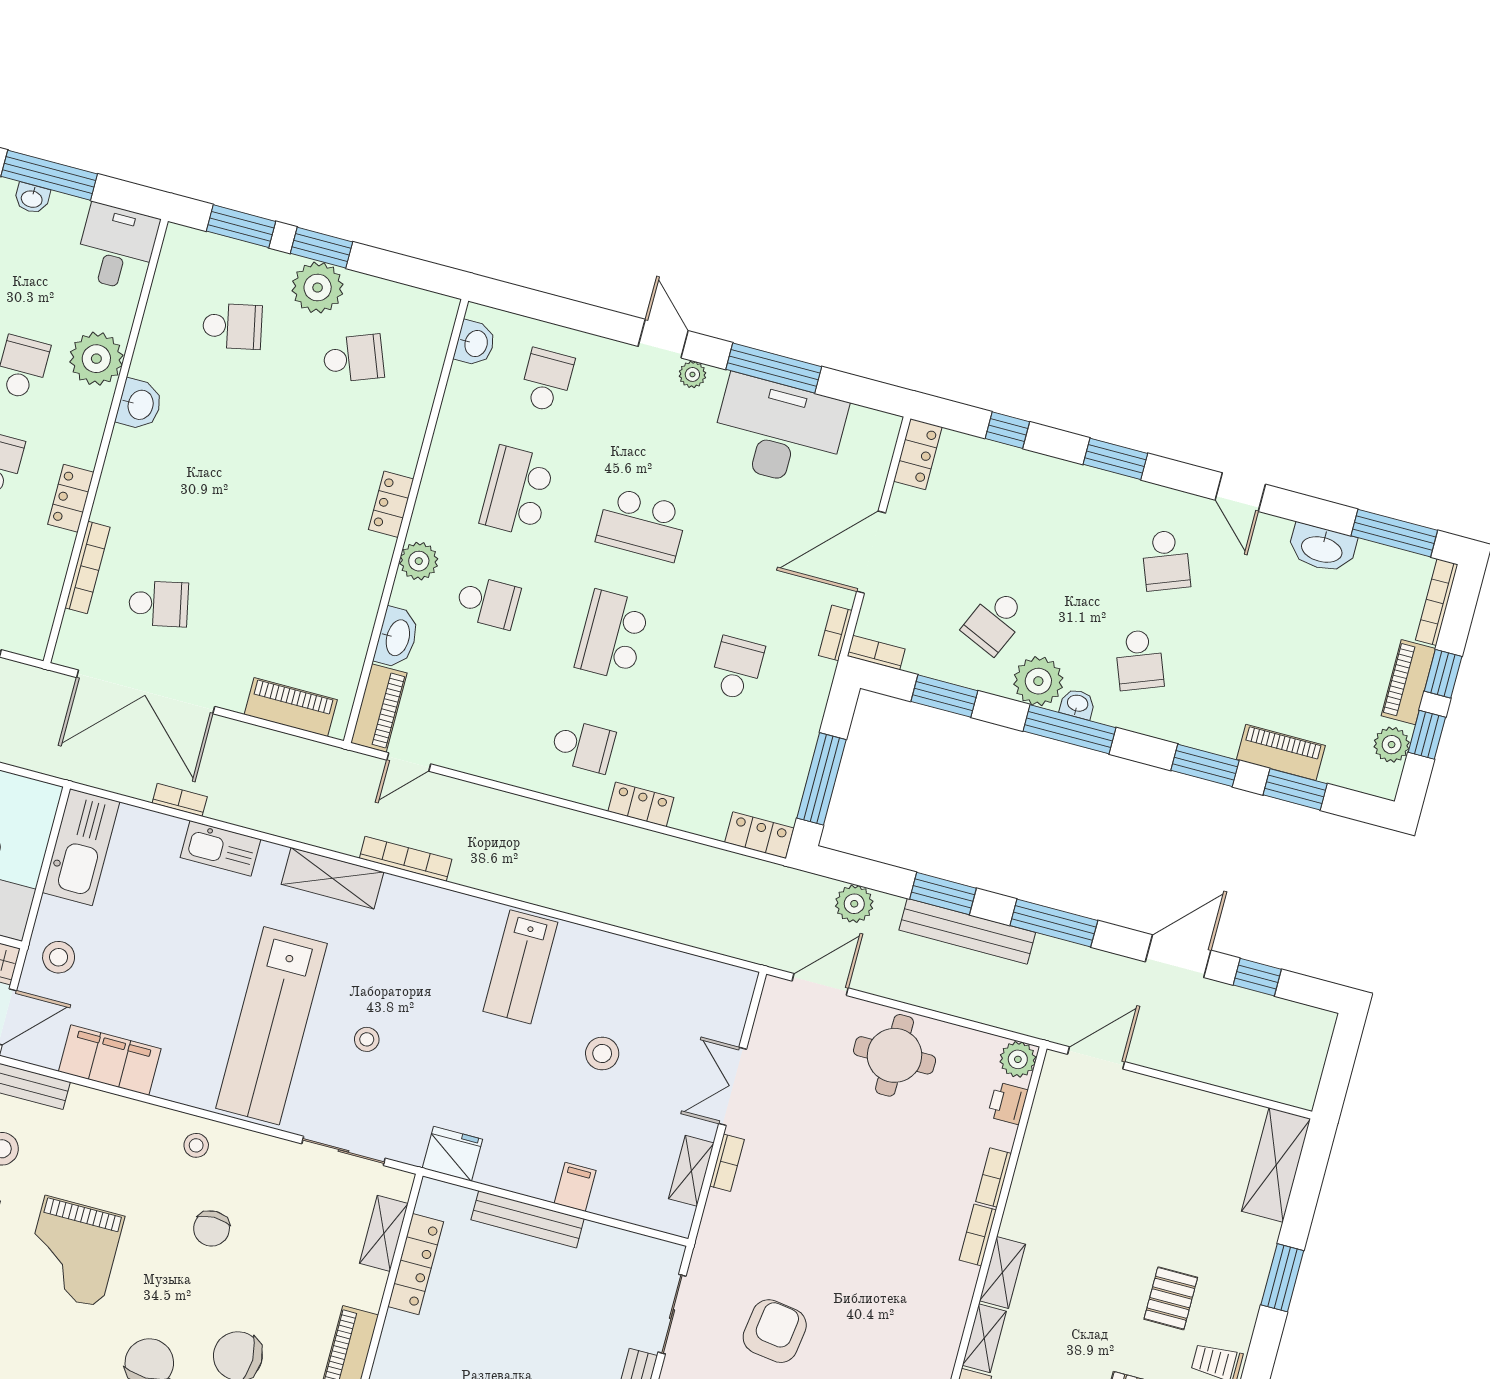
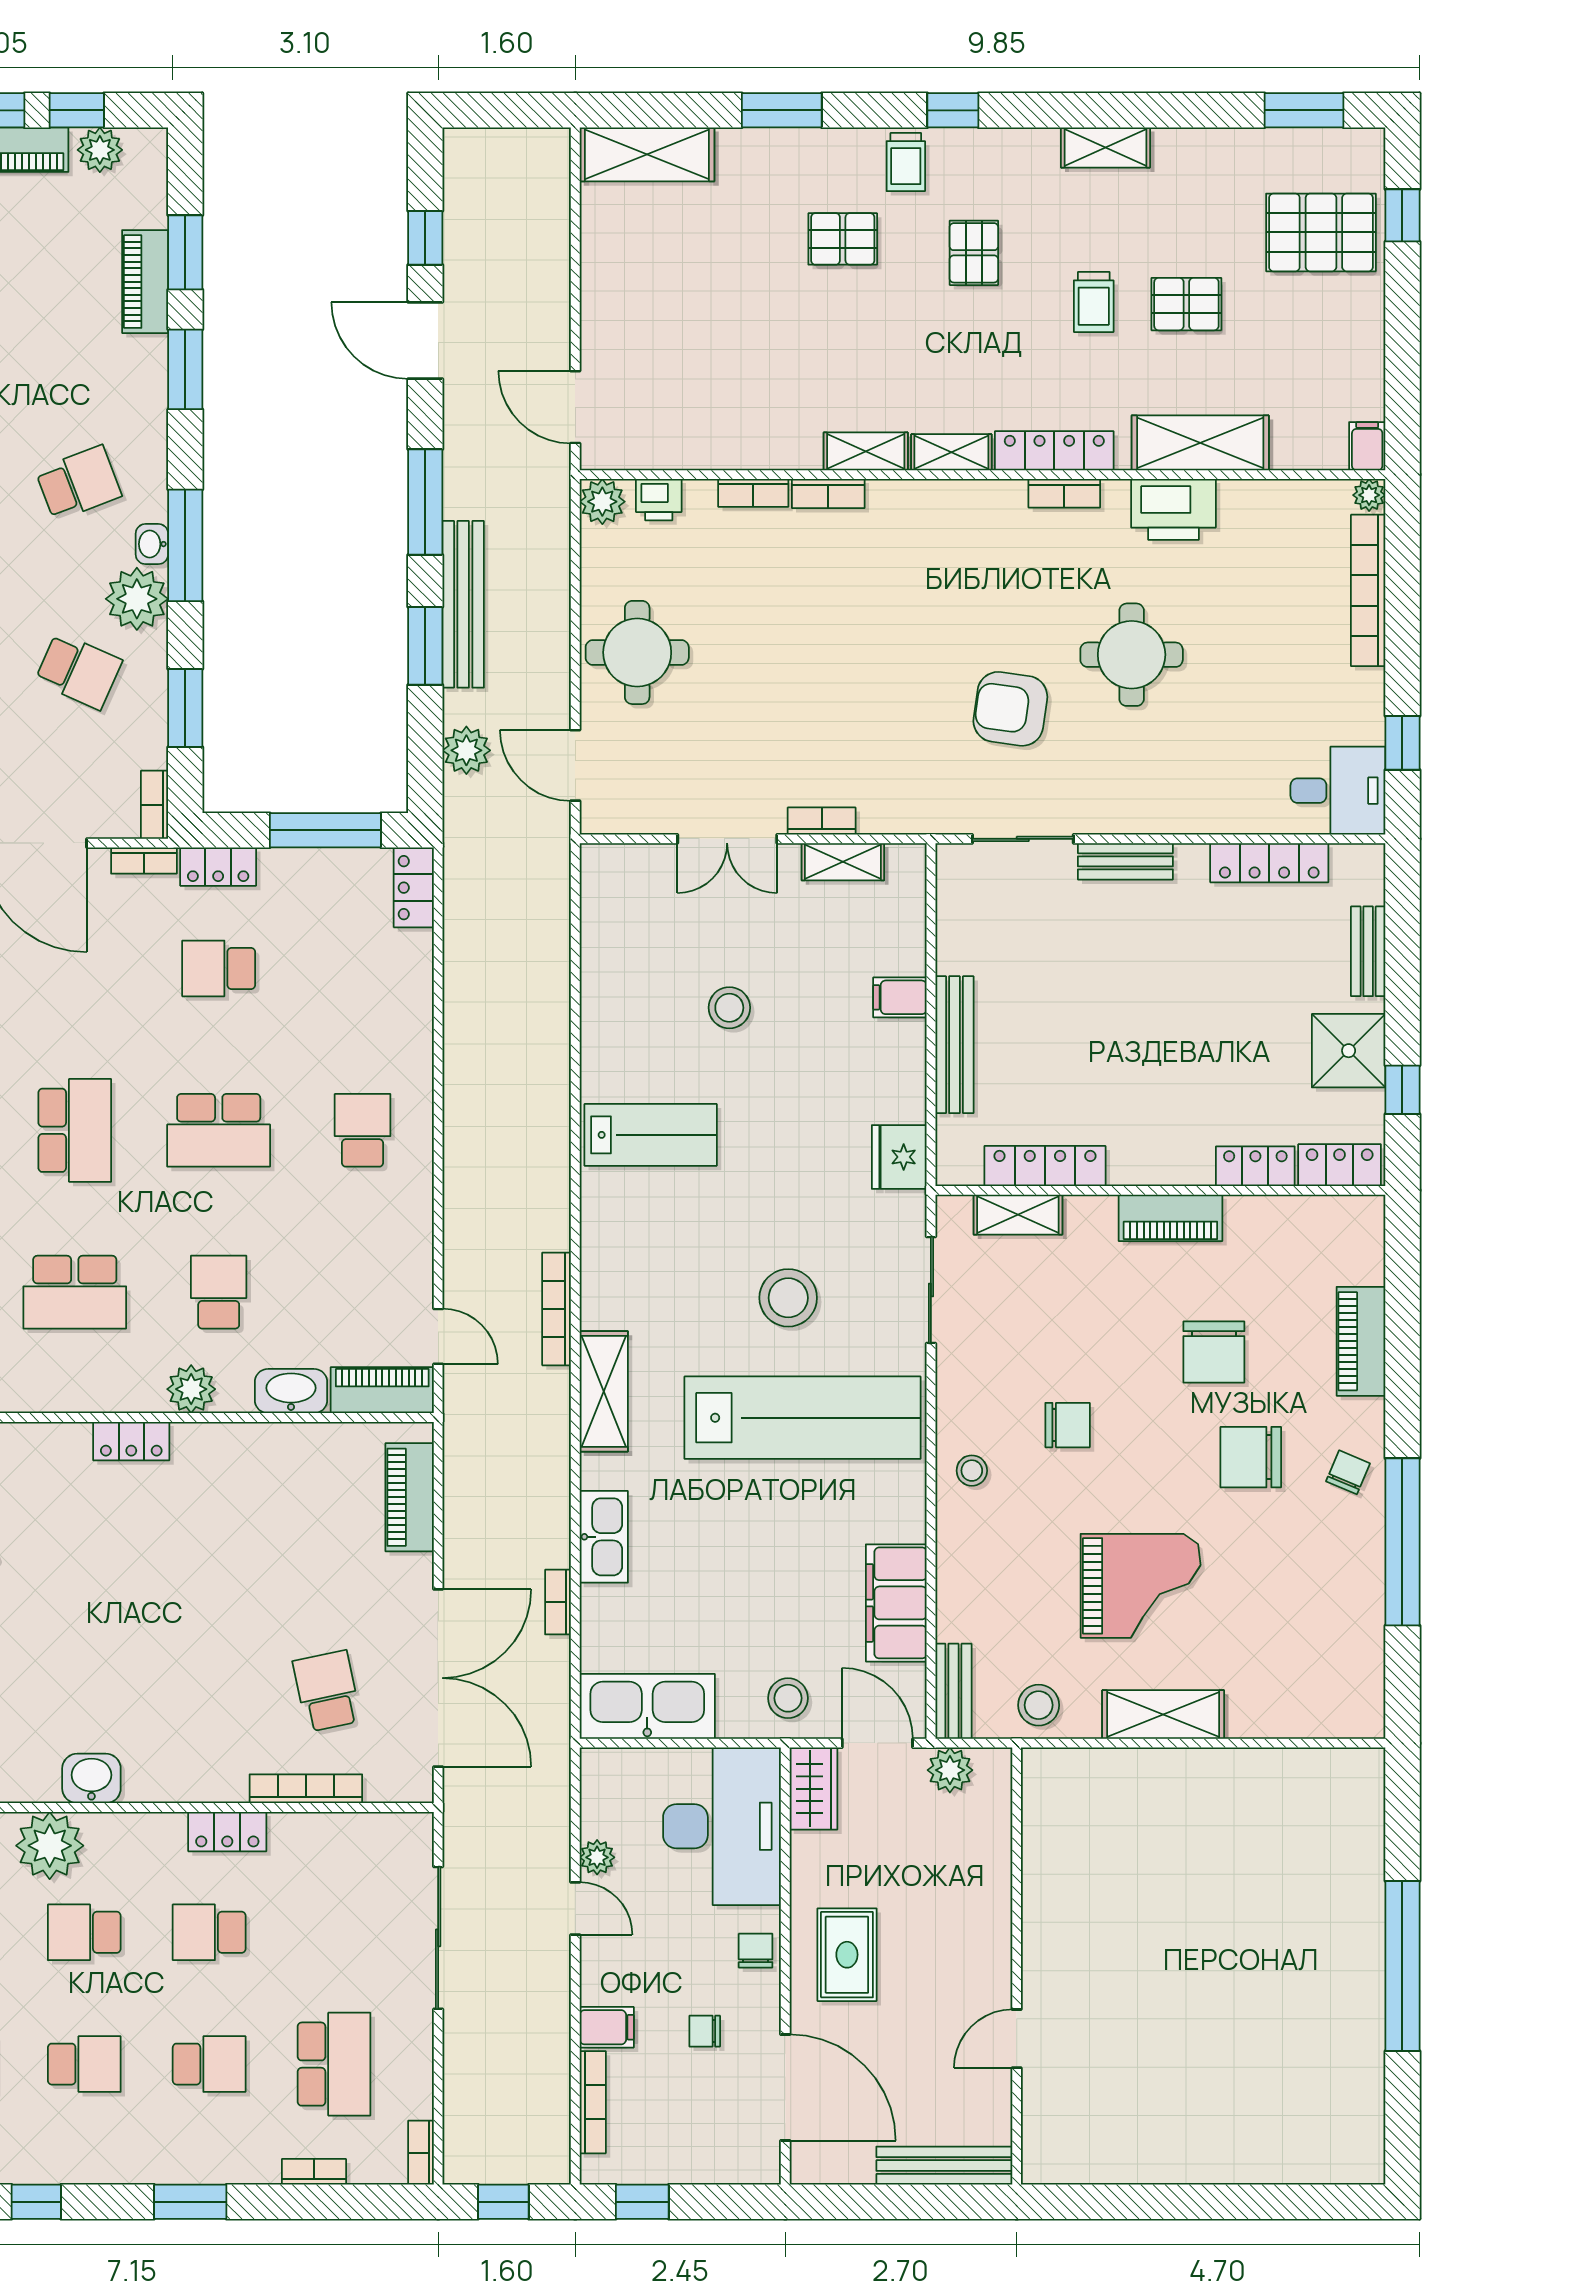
locker: (641, 804) -> (218, 867), moved, turned -90
stool: (367, 1039) -> (788, 1298), width x1.89, depth x1.89

